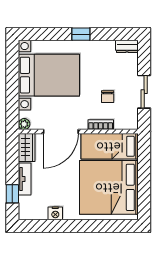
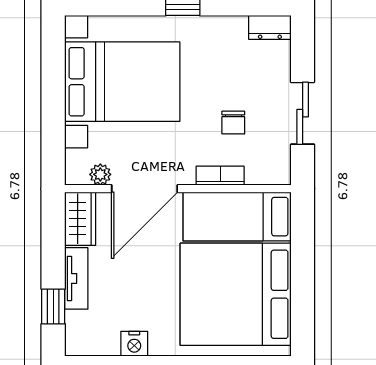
plant: (24, 124) -> (100, 174), moved

